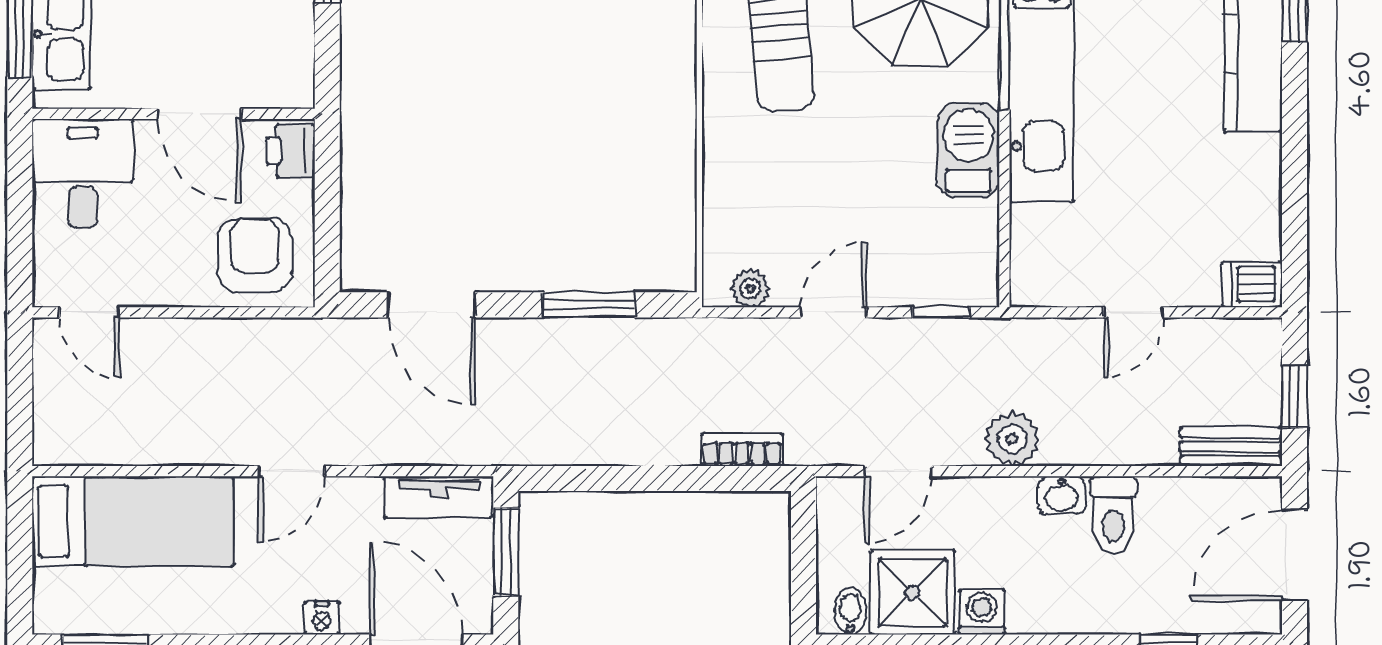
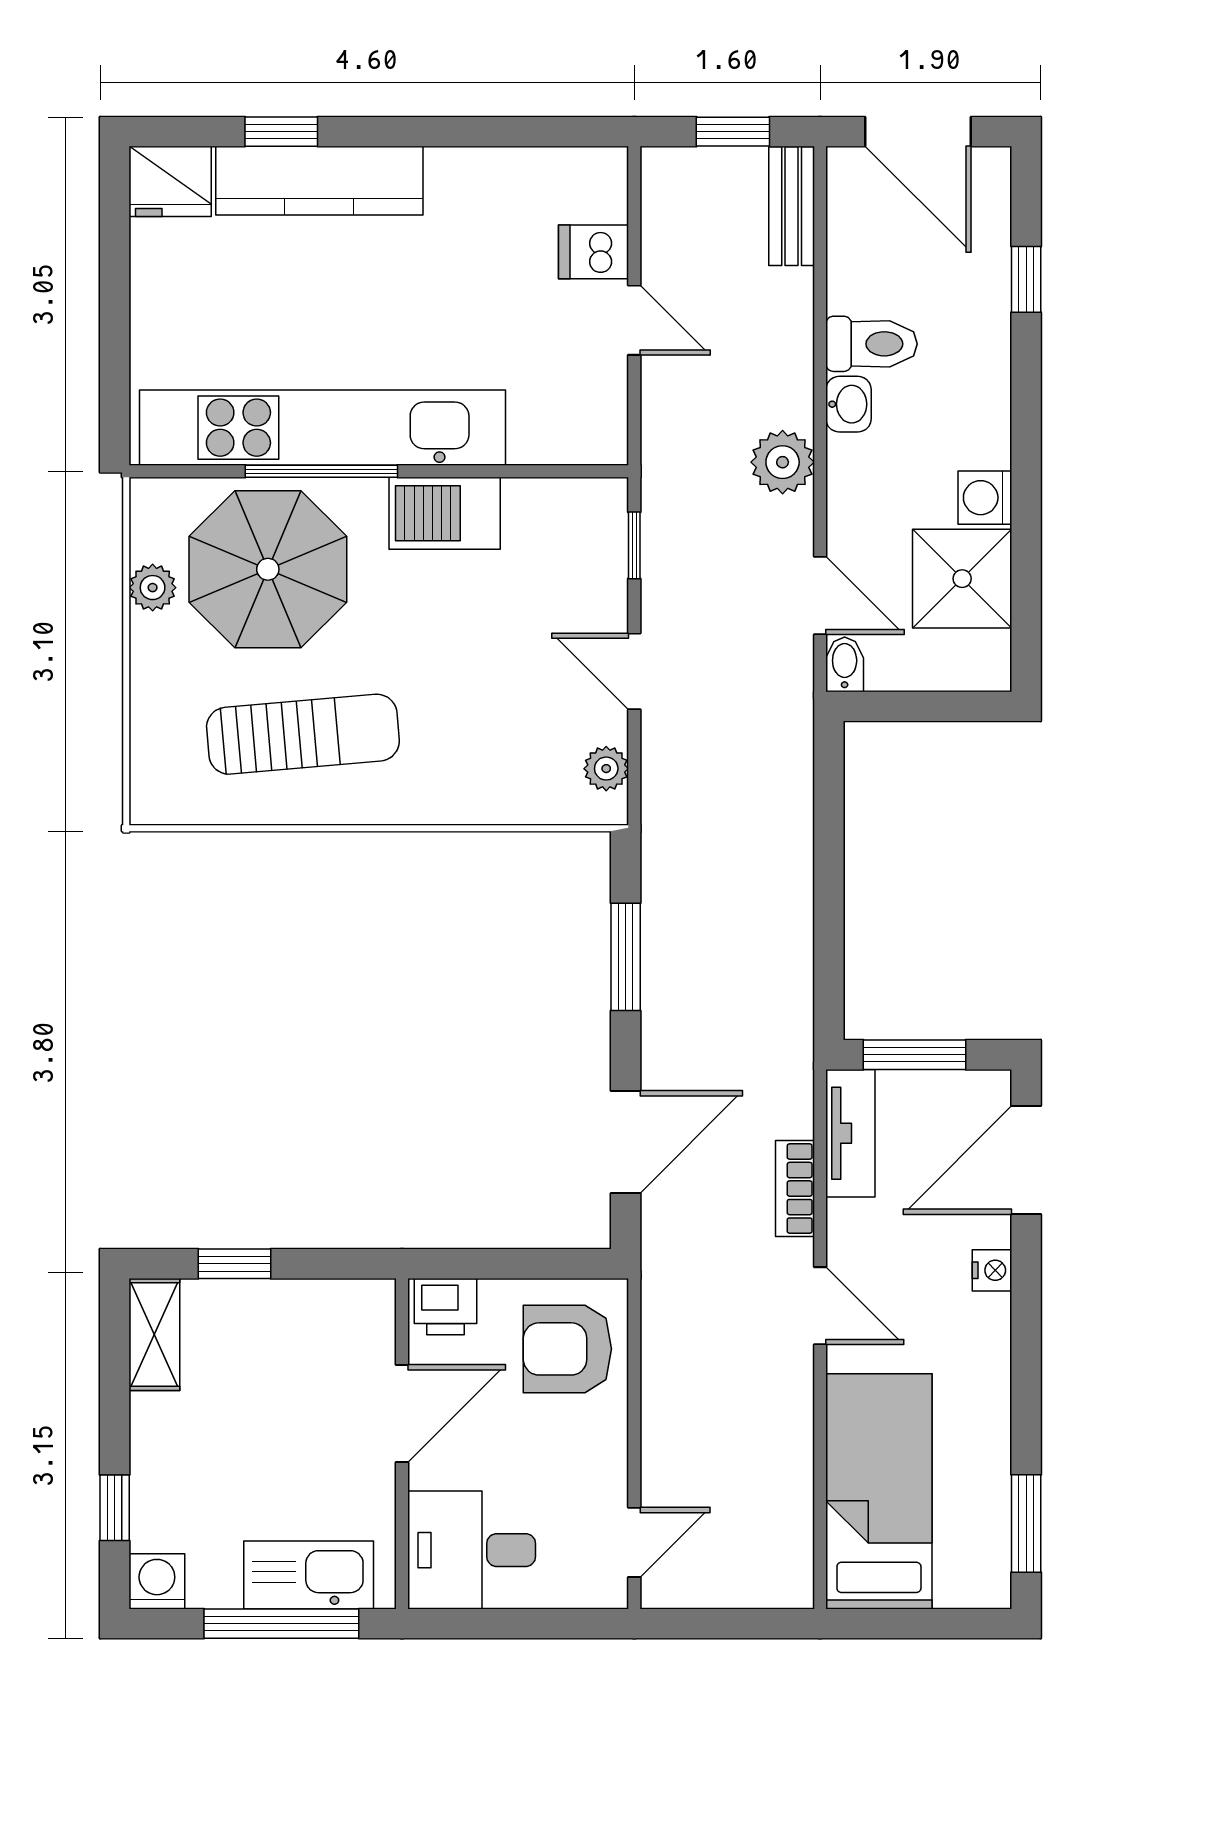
dishwasher: (1252, 284) -> (594, 252), moved, turned 90
bookcase: (742, 450) -> (795, 1189), moved
bidet: (850, 611) -> (845, 664), moved, turned 90

